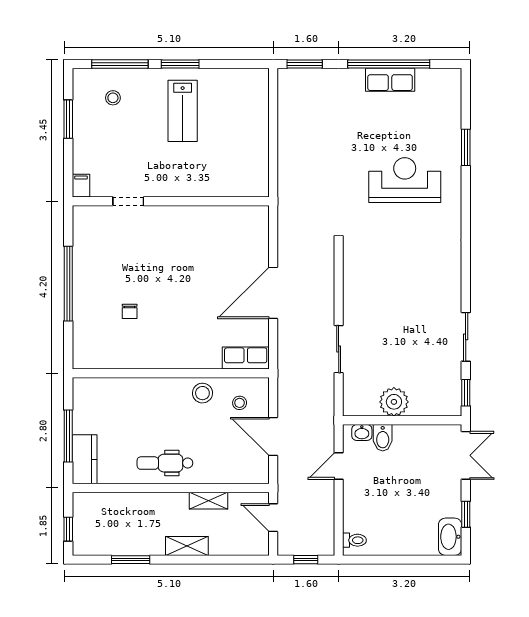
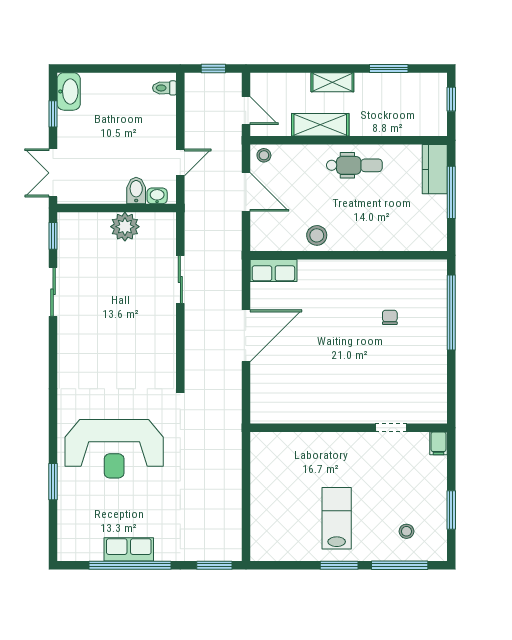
reception desk: (405, 180) -> (114, 449), width x1.36, depth x1.30
window: (68, 284) -> (451, 312), moved
stool: (240, 403) -> (264, 155), moved
shelving: (209, 501) -> (320, 125), width x1.50, depth x1.33

